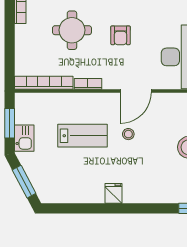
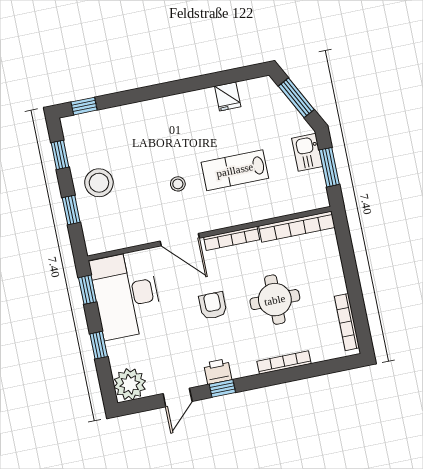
bookcase: (88, 84) -> (232, 238), width x1.56
door: (136, 91) -> (180, 240), swing flipped
fridge: (113, 193) -> (228, 96), moved

